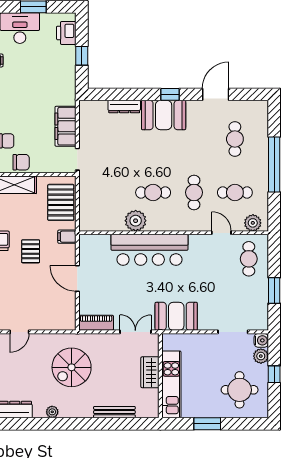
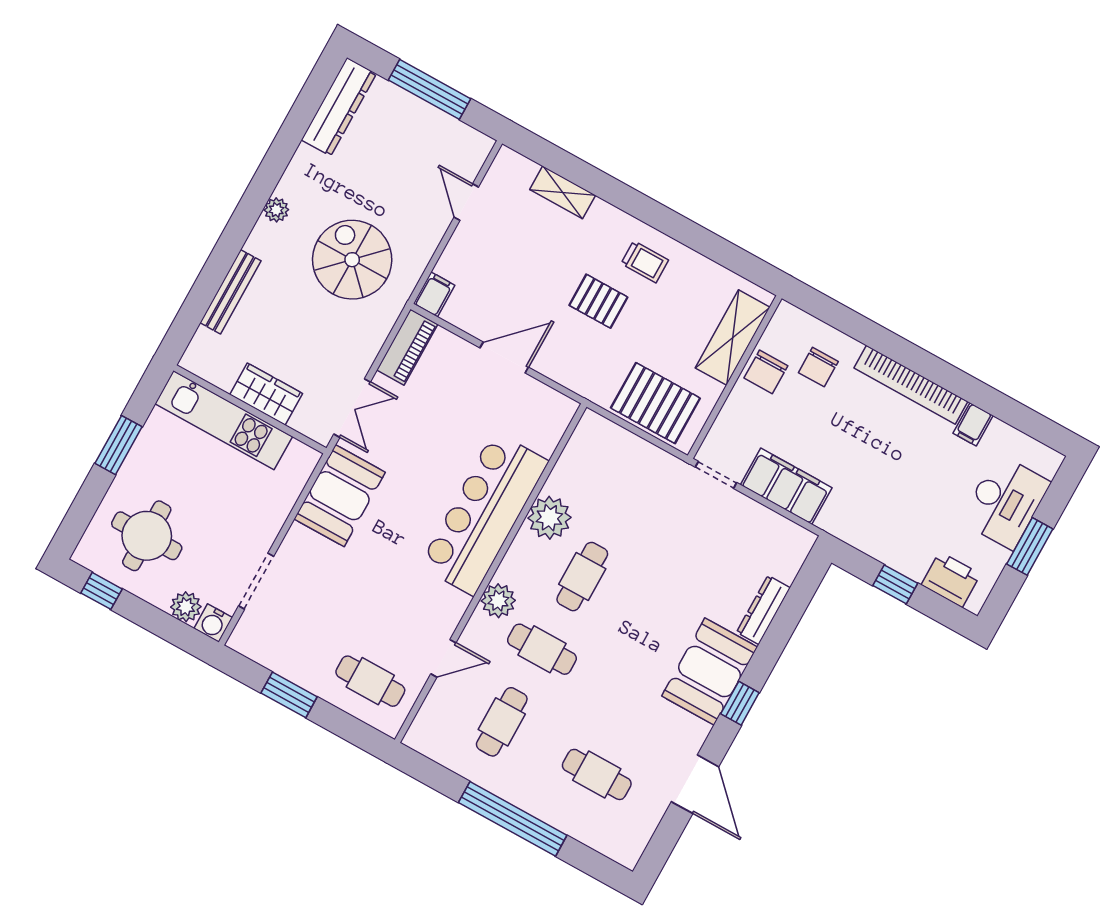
plant: (253, 223) -> (498, 601), moved
filing cabinet: (67, 237) -> (434, 294), moved
window: (274, 374) -> (101, 591), moved
plant: (52, 412) -> (276, 210), moved

